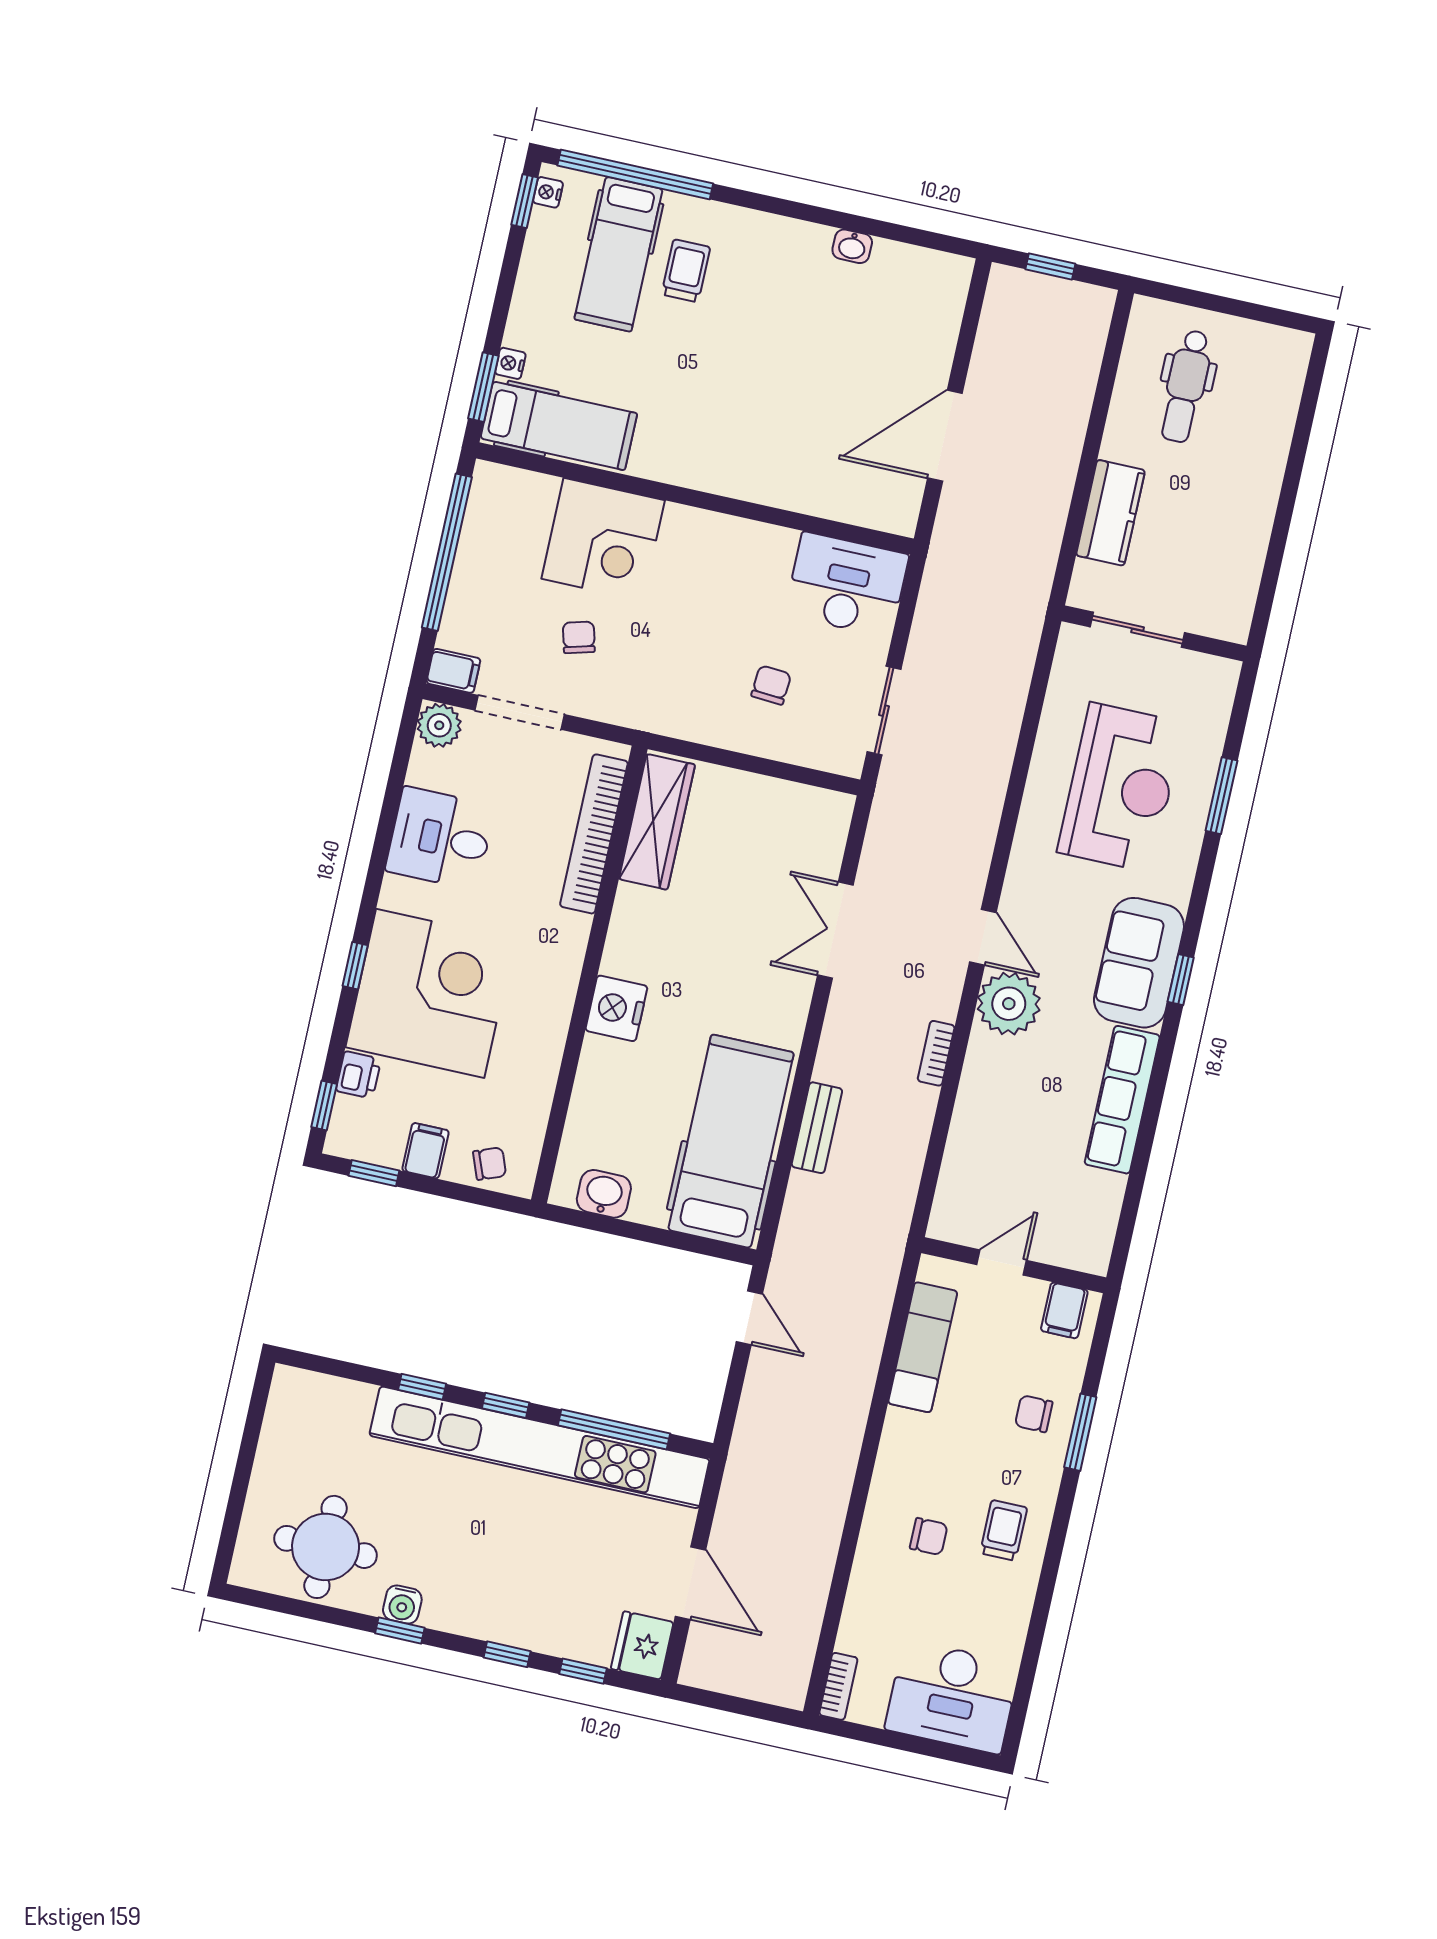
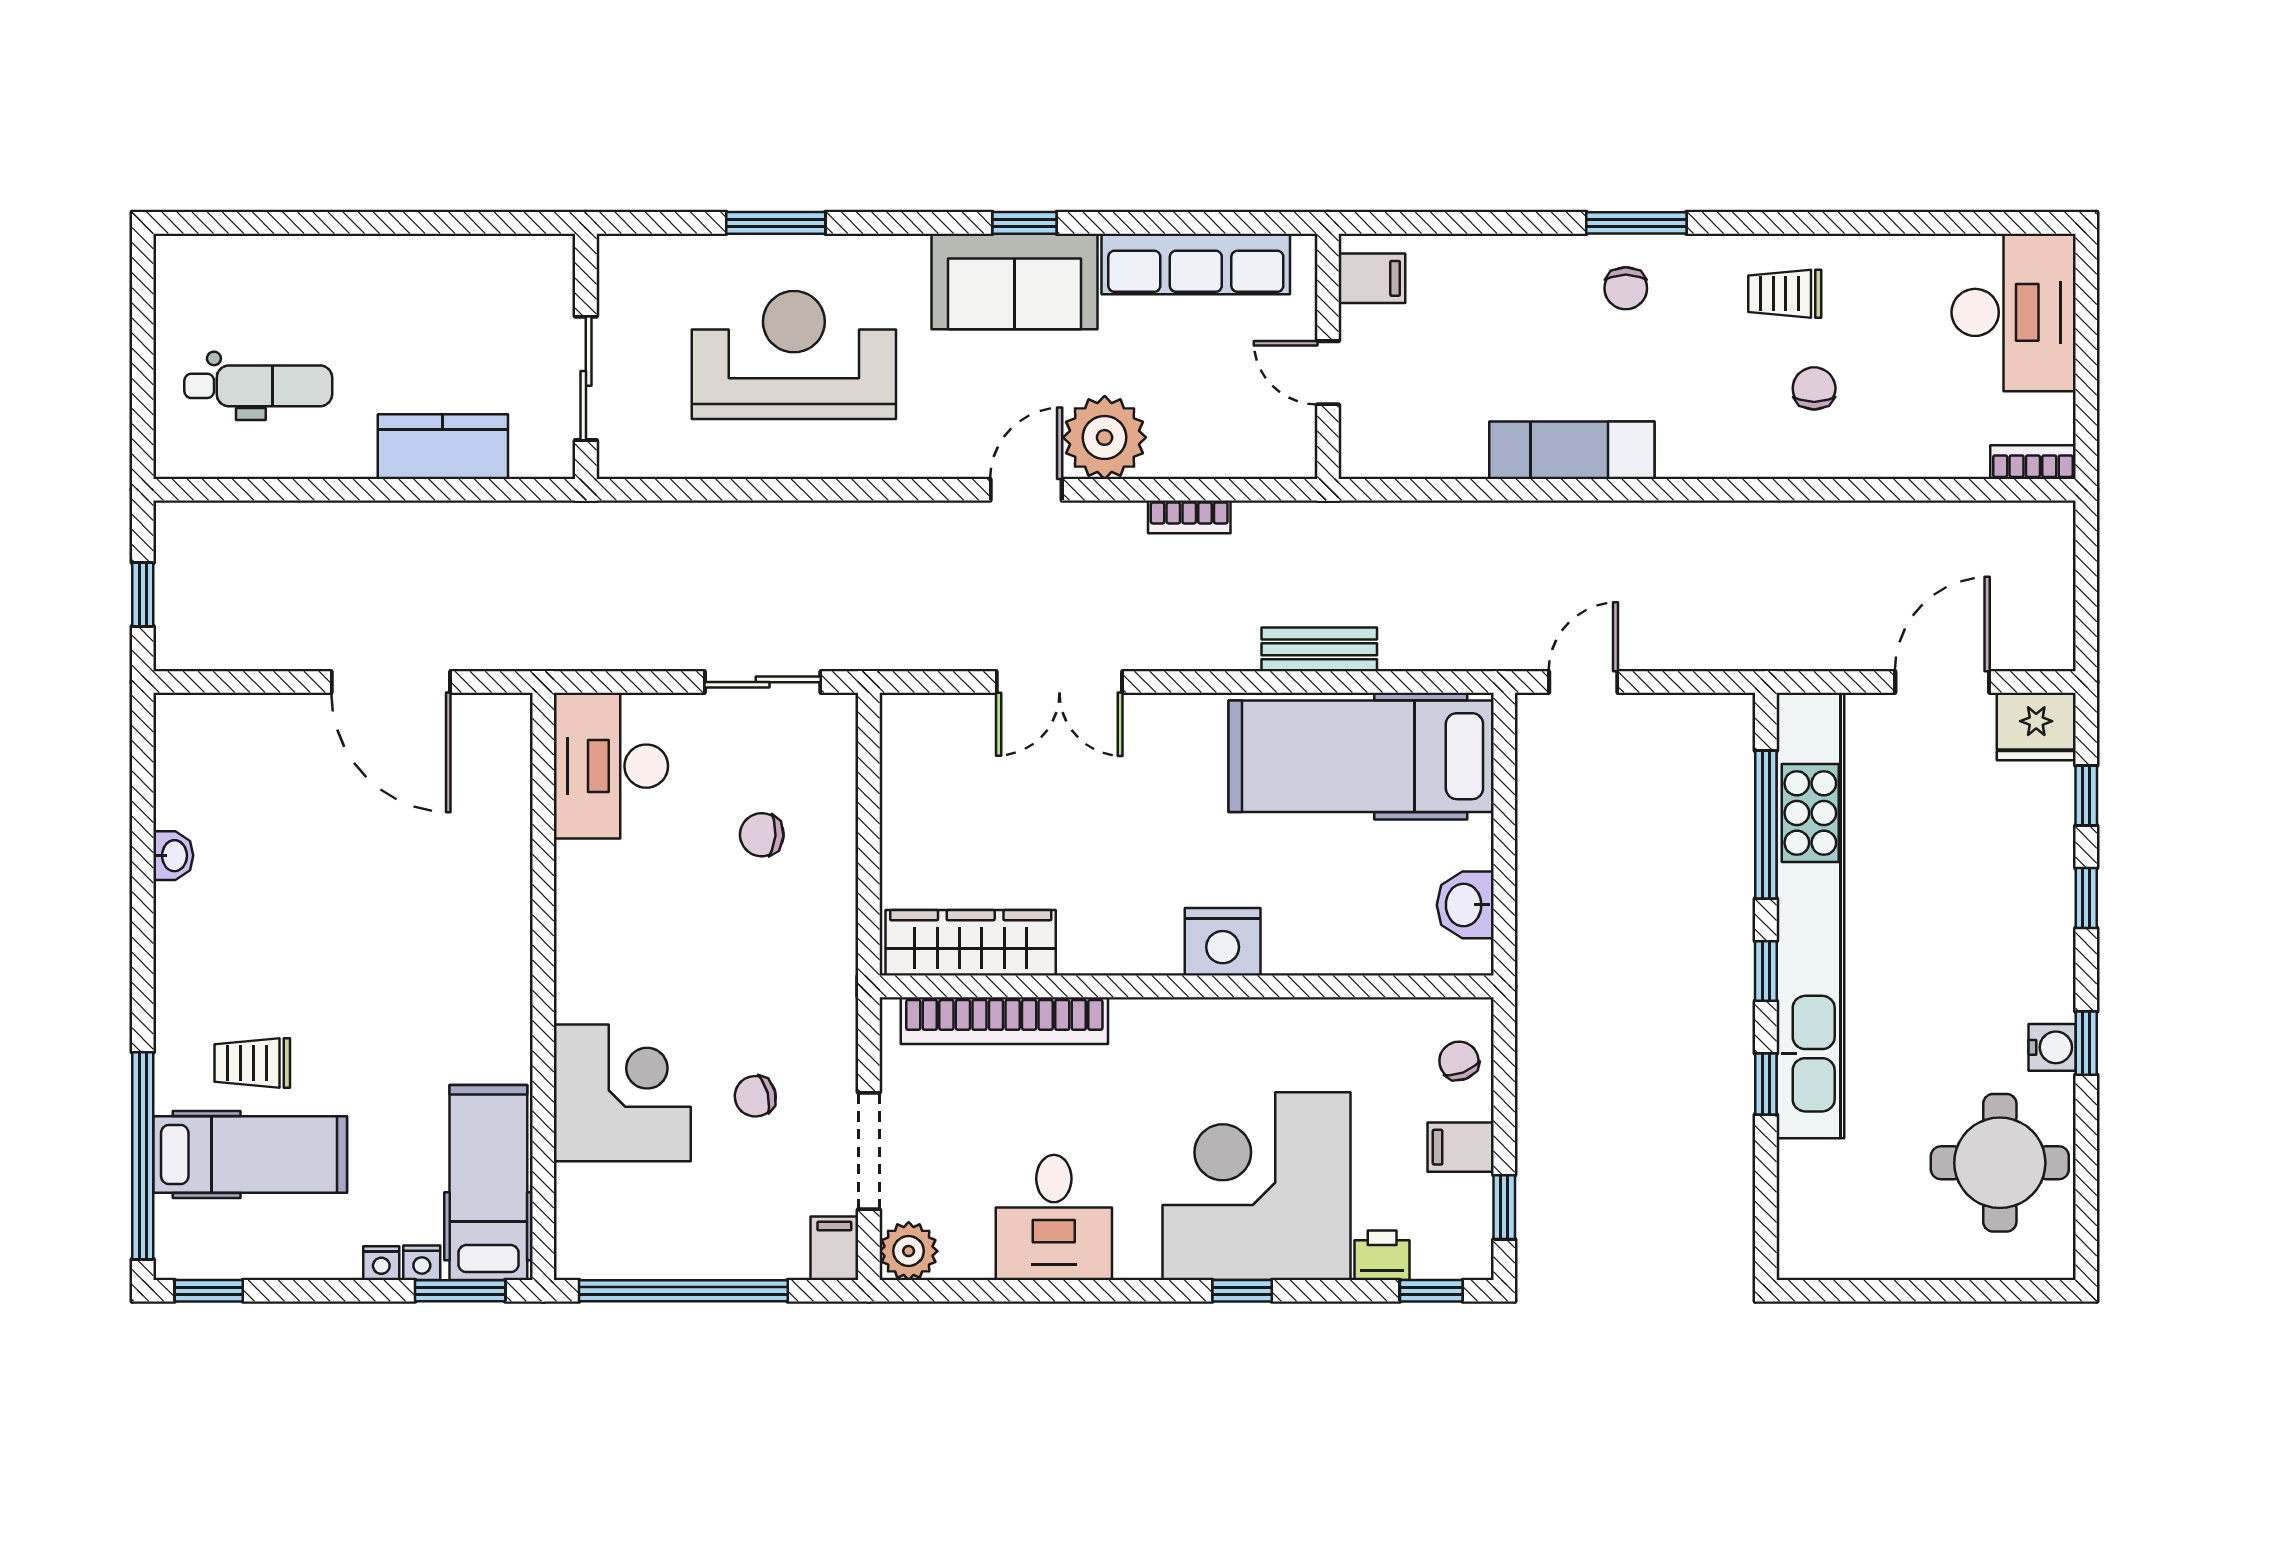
nightstand: (548, 192) -> (381, 1263), moved
door: (1002, 1263) -> (1328, 373), moved
wall: (1014, 1265) -> (1328, 356), moved
filing cabinet: (1064, 1310) -> (1372, 278), moved

